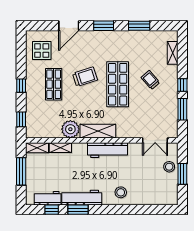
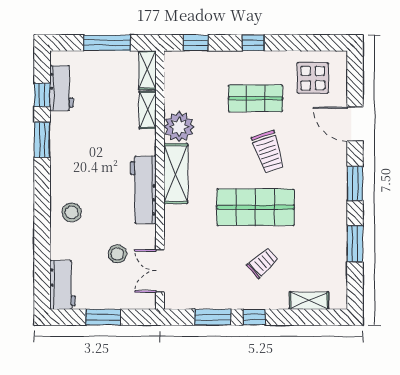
stool: (169, 167) -> (117, 254), moved
workbench: (82, 198) -> (63, 285), moved, width x0.73

